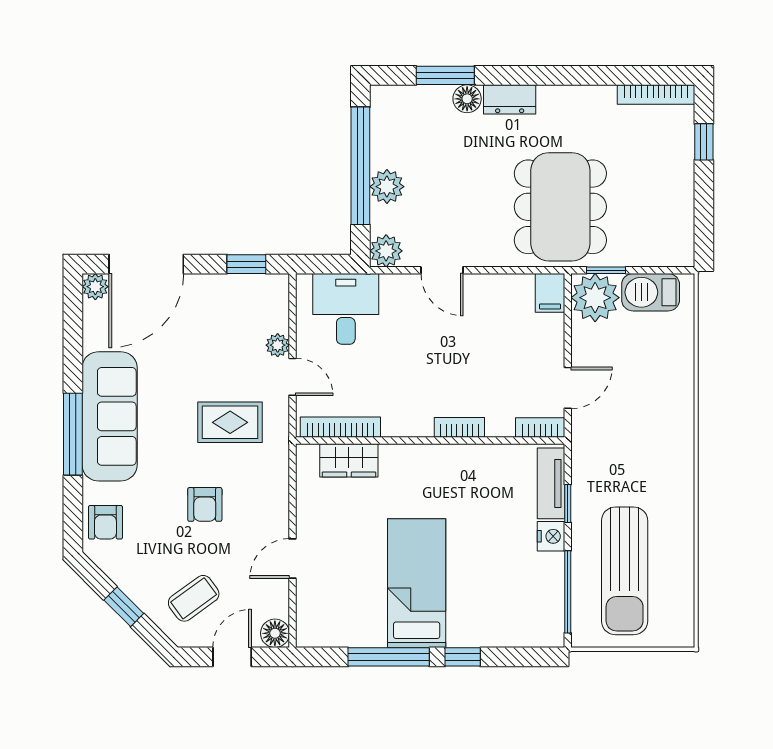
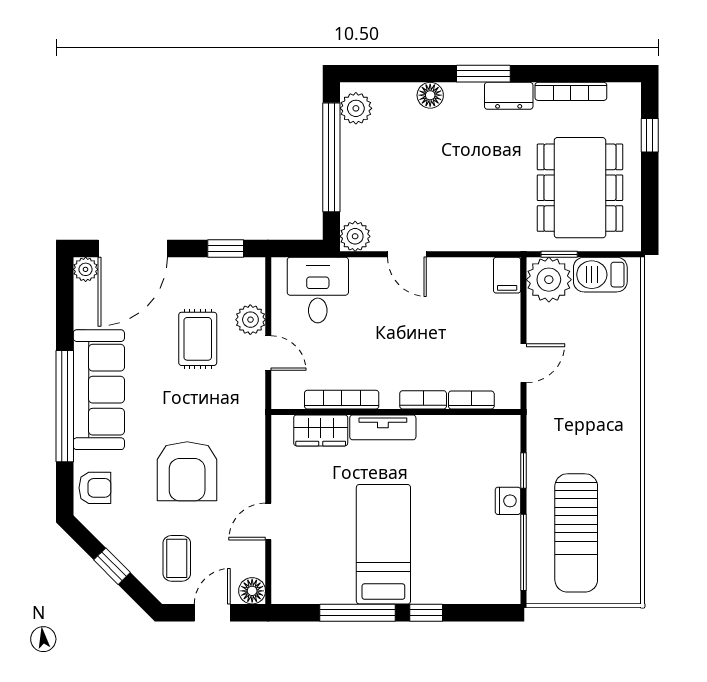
window: (445, 75) -> (483, 74), moved
bookcase: (656, 95) -> (571, 91), moved
dresser: (510, 99) -> (509, 96), moved
plant: (387, 187) -> (356, 108), moved
dining table: (560, 207) -> (580, 188), moved
plant: (278, 345) -> (250, 320), width x1.38, depth x1.38
rug: (230, 422) -> (198, 339), moved, turned 90
bookcase: (340, 427) -> (342, 400), moved
bookcase: (540, 428) -> (471, 400), moved
window: (73, 434) -> (65, 406), width x1.46
tv unit: (551, 483) -> (383, 427), moved, turned -90
armchair: (205, 504) -> (187, 471), width x1.88, depth x1.88
armchair: (105, 522) -> (95, 488), turned -90
coffee table: (194, 598) -> (177, 558), turned -54

